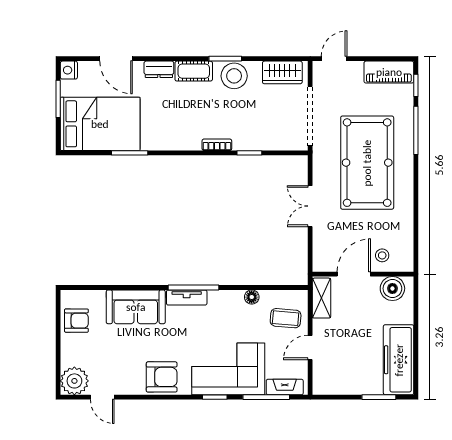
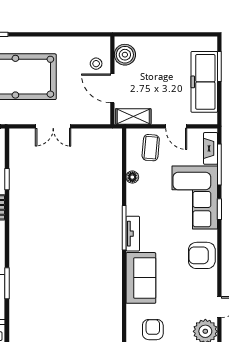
freezer: (399, 360) -> (204, 82), moved, turned 90
armchair: (162, 377) -> (202, 255), turned -90

